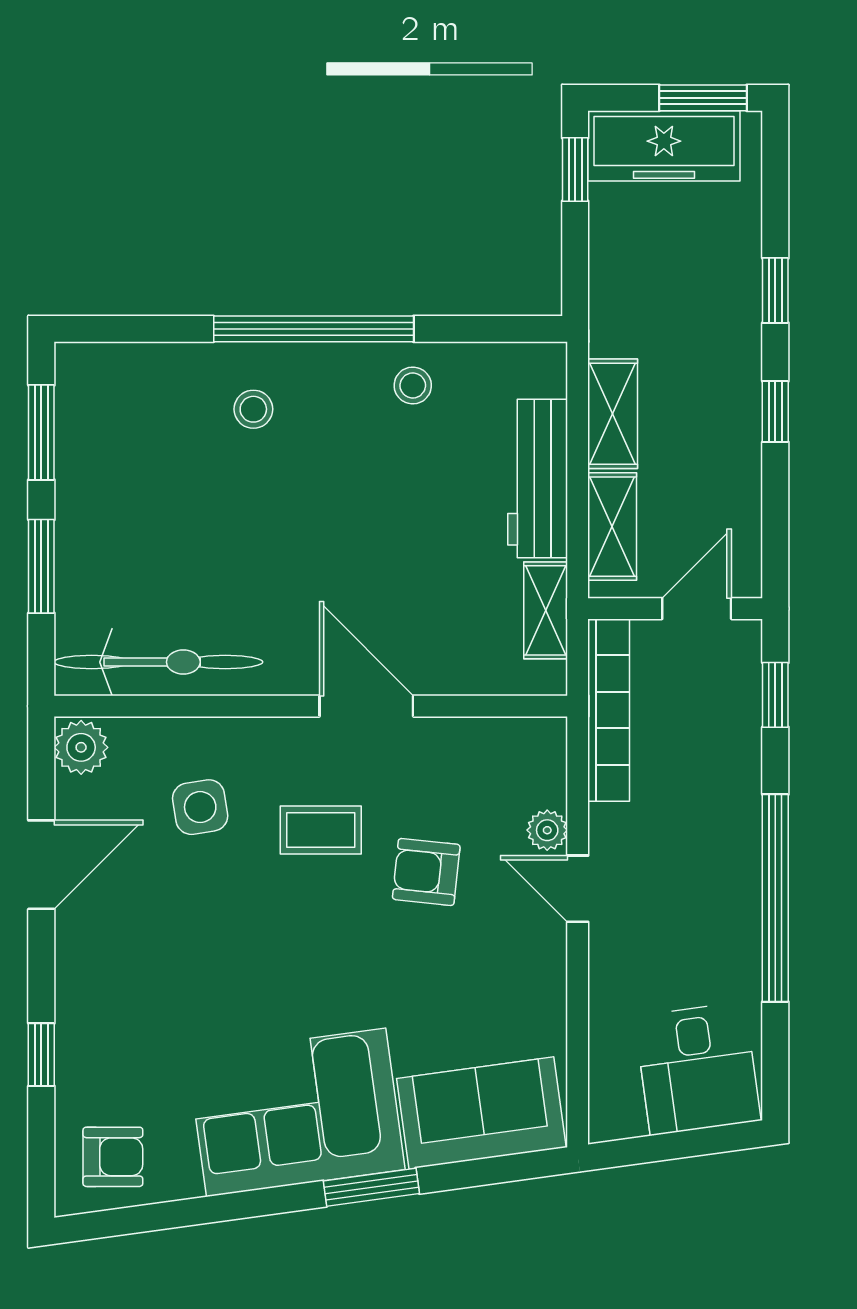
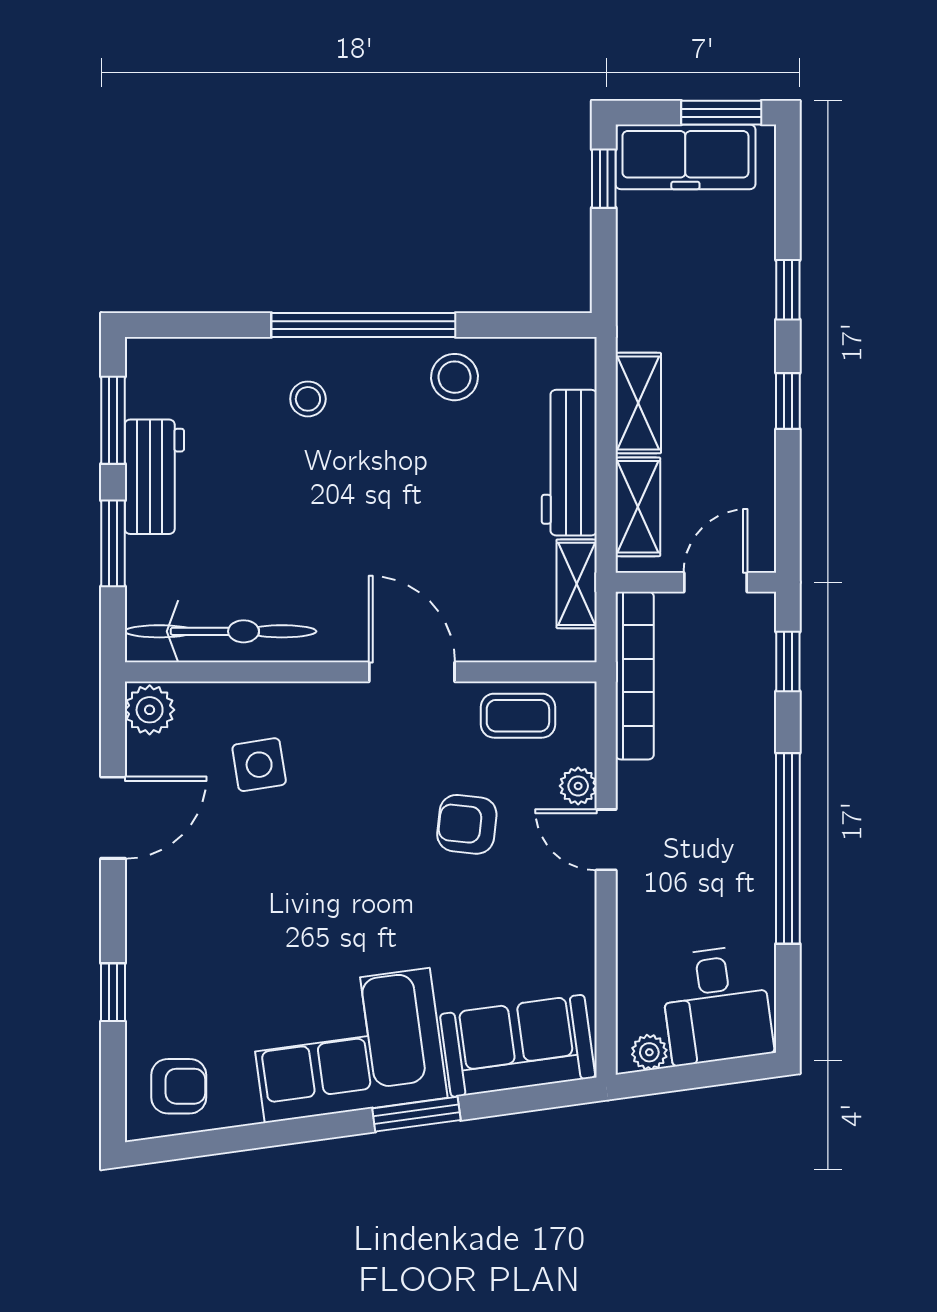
stool: (413, 385) -> (454, 377), width x1.37, depth x1.37
workbench: (86, 494) -> (154, 477), added
coffee table: (321, 830) -> (518, 716), moved
plant: (625, 1120) -> (649, 1052), added

